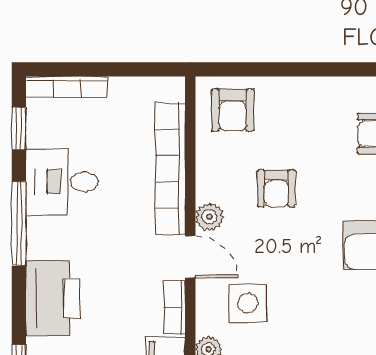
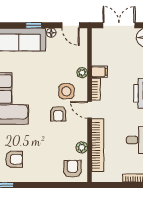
armchair: (276, 188) -> (58, 114), moved, turned 180
plant: (209, 217) -> (82, 147), moved

